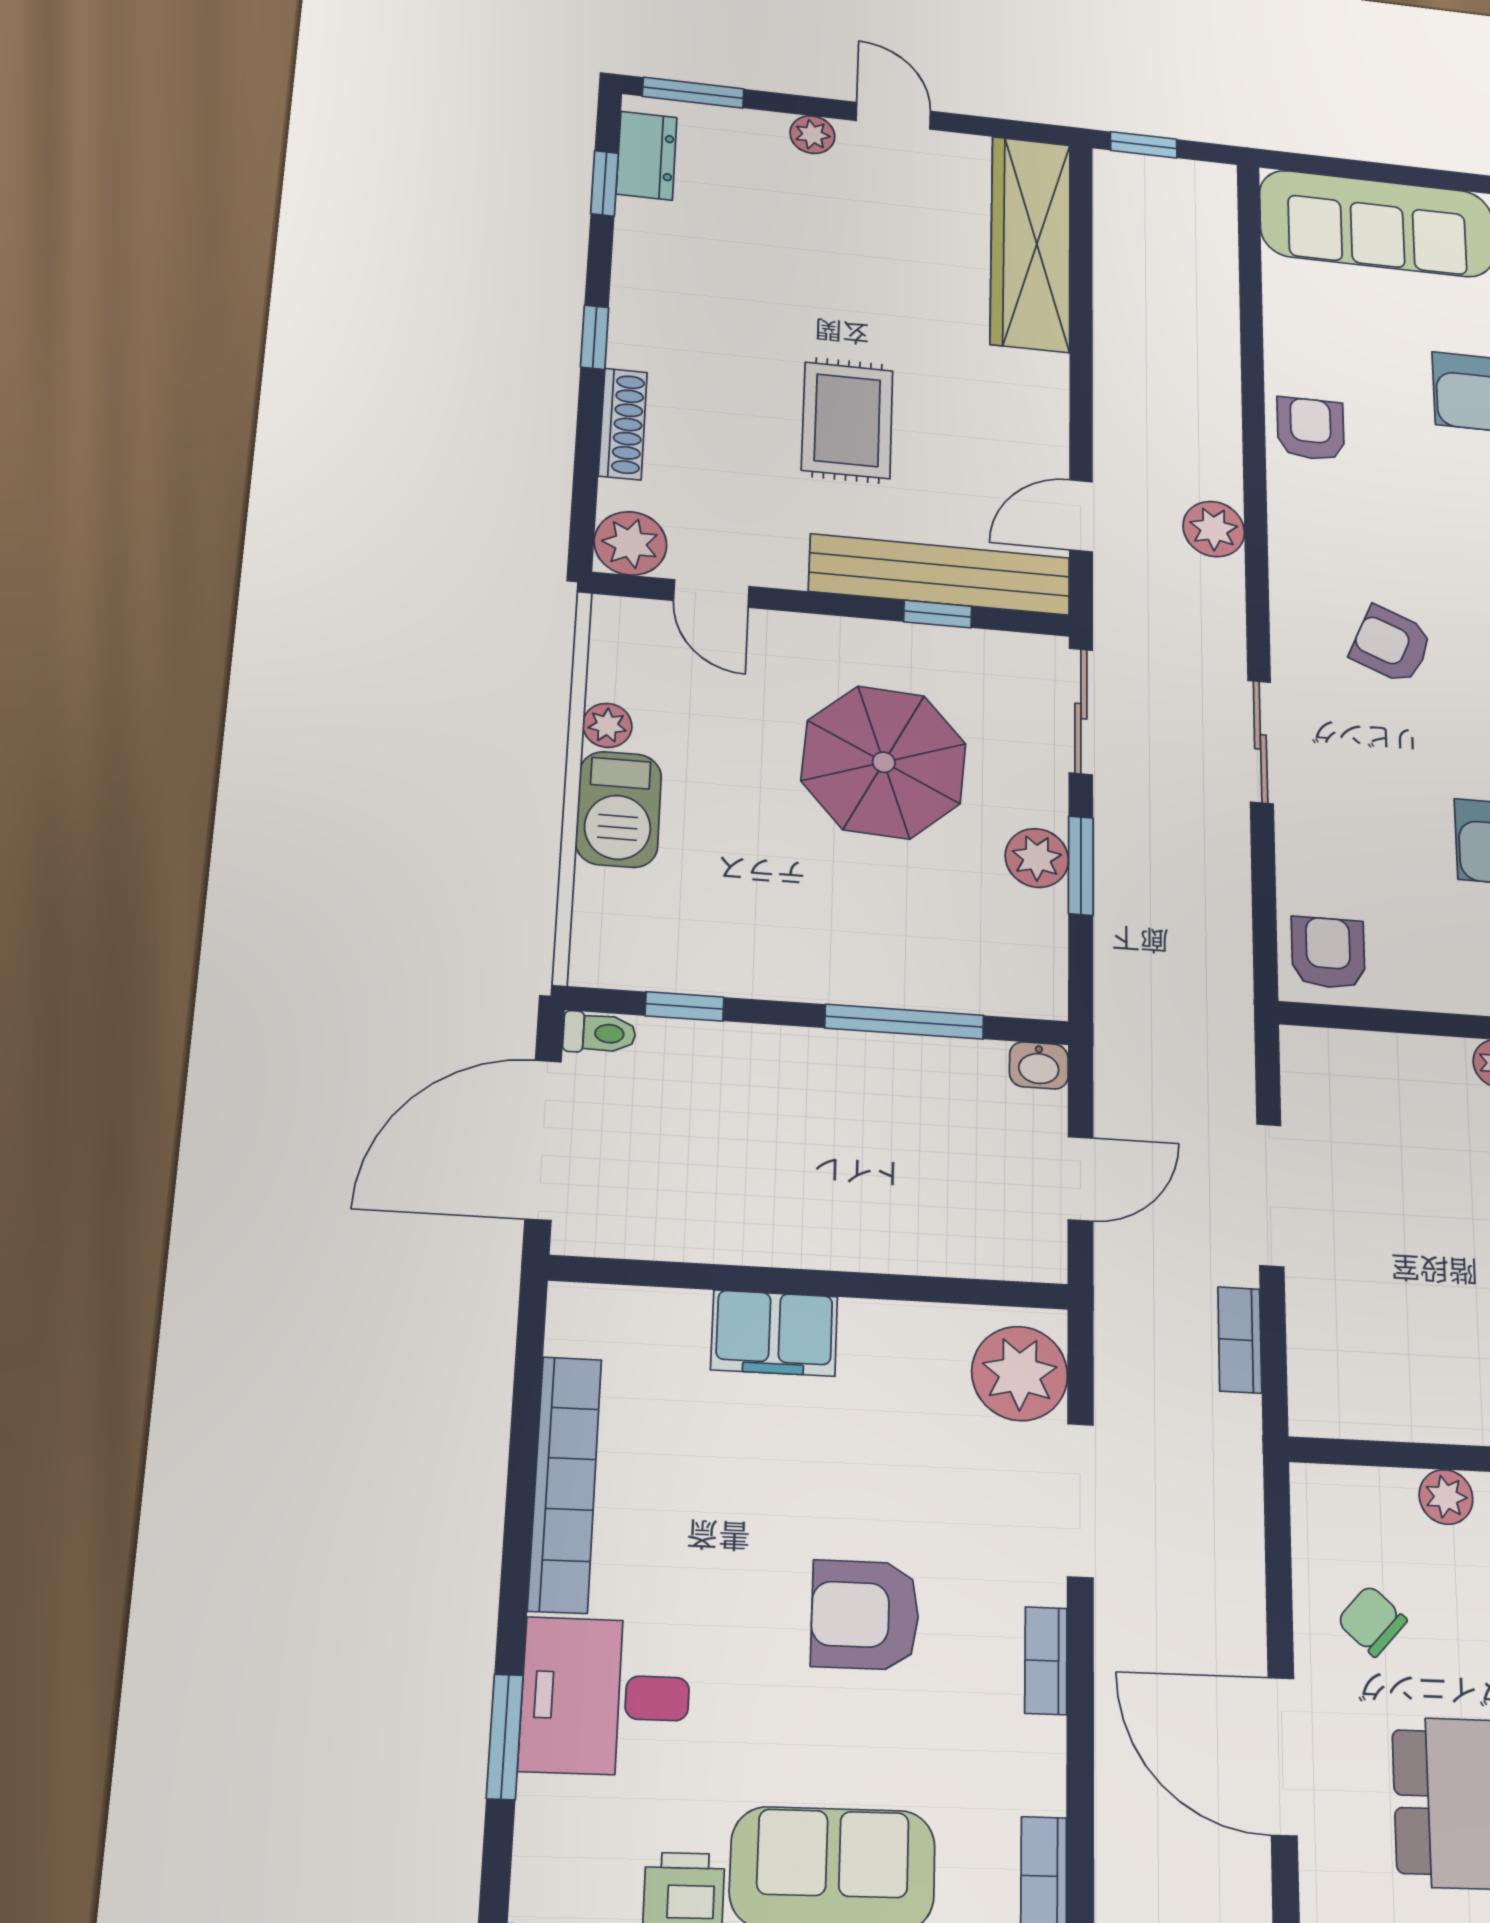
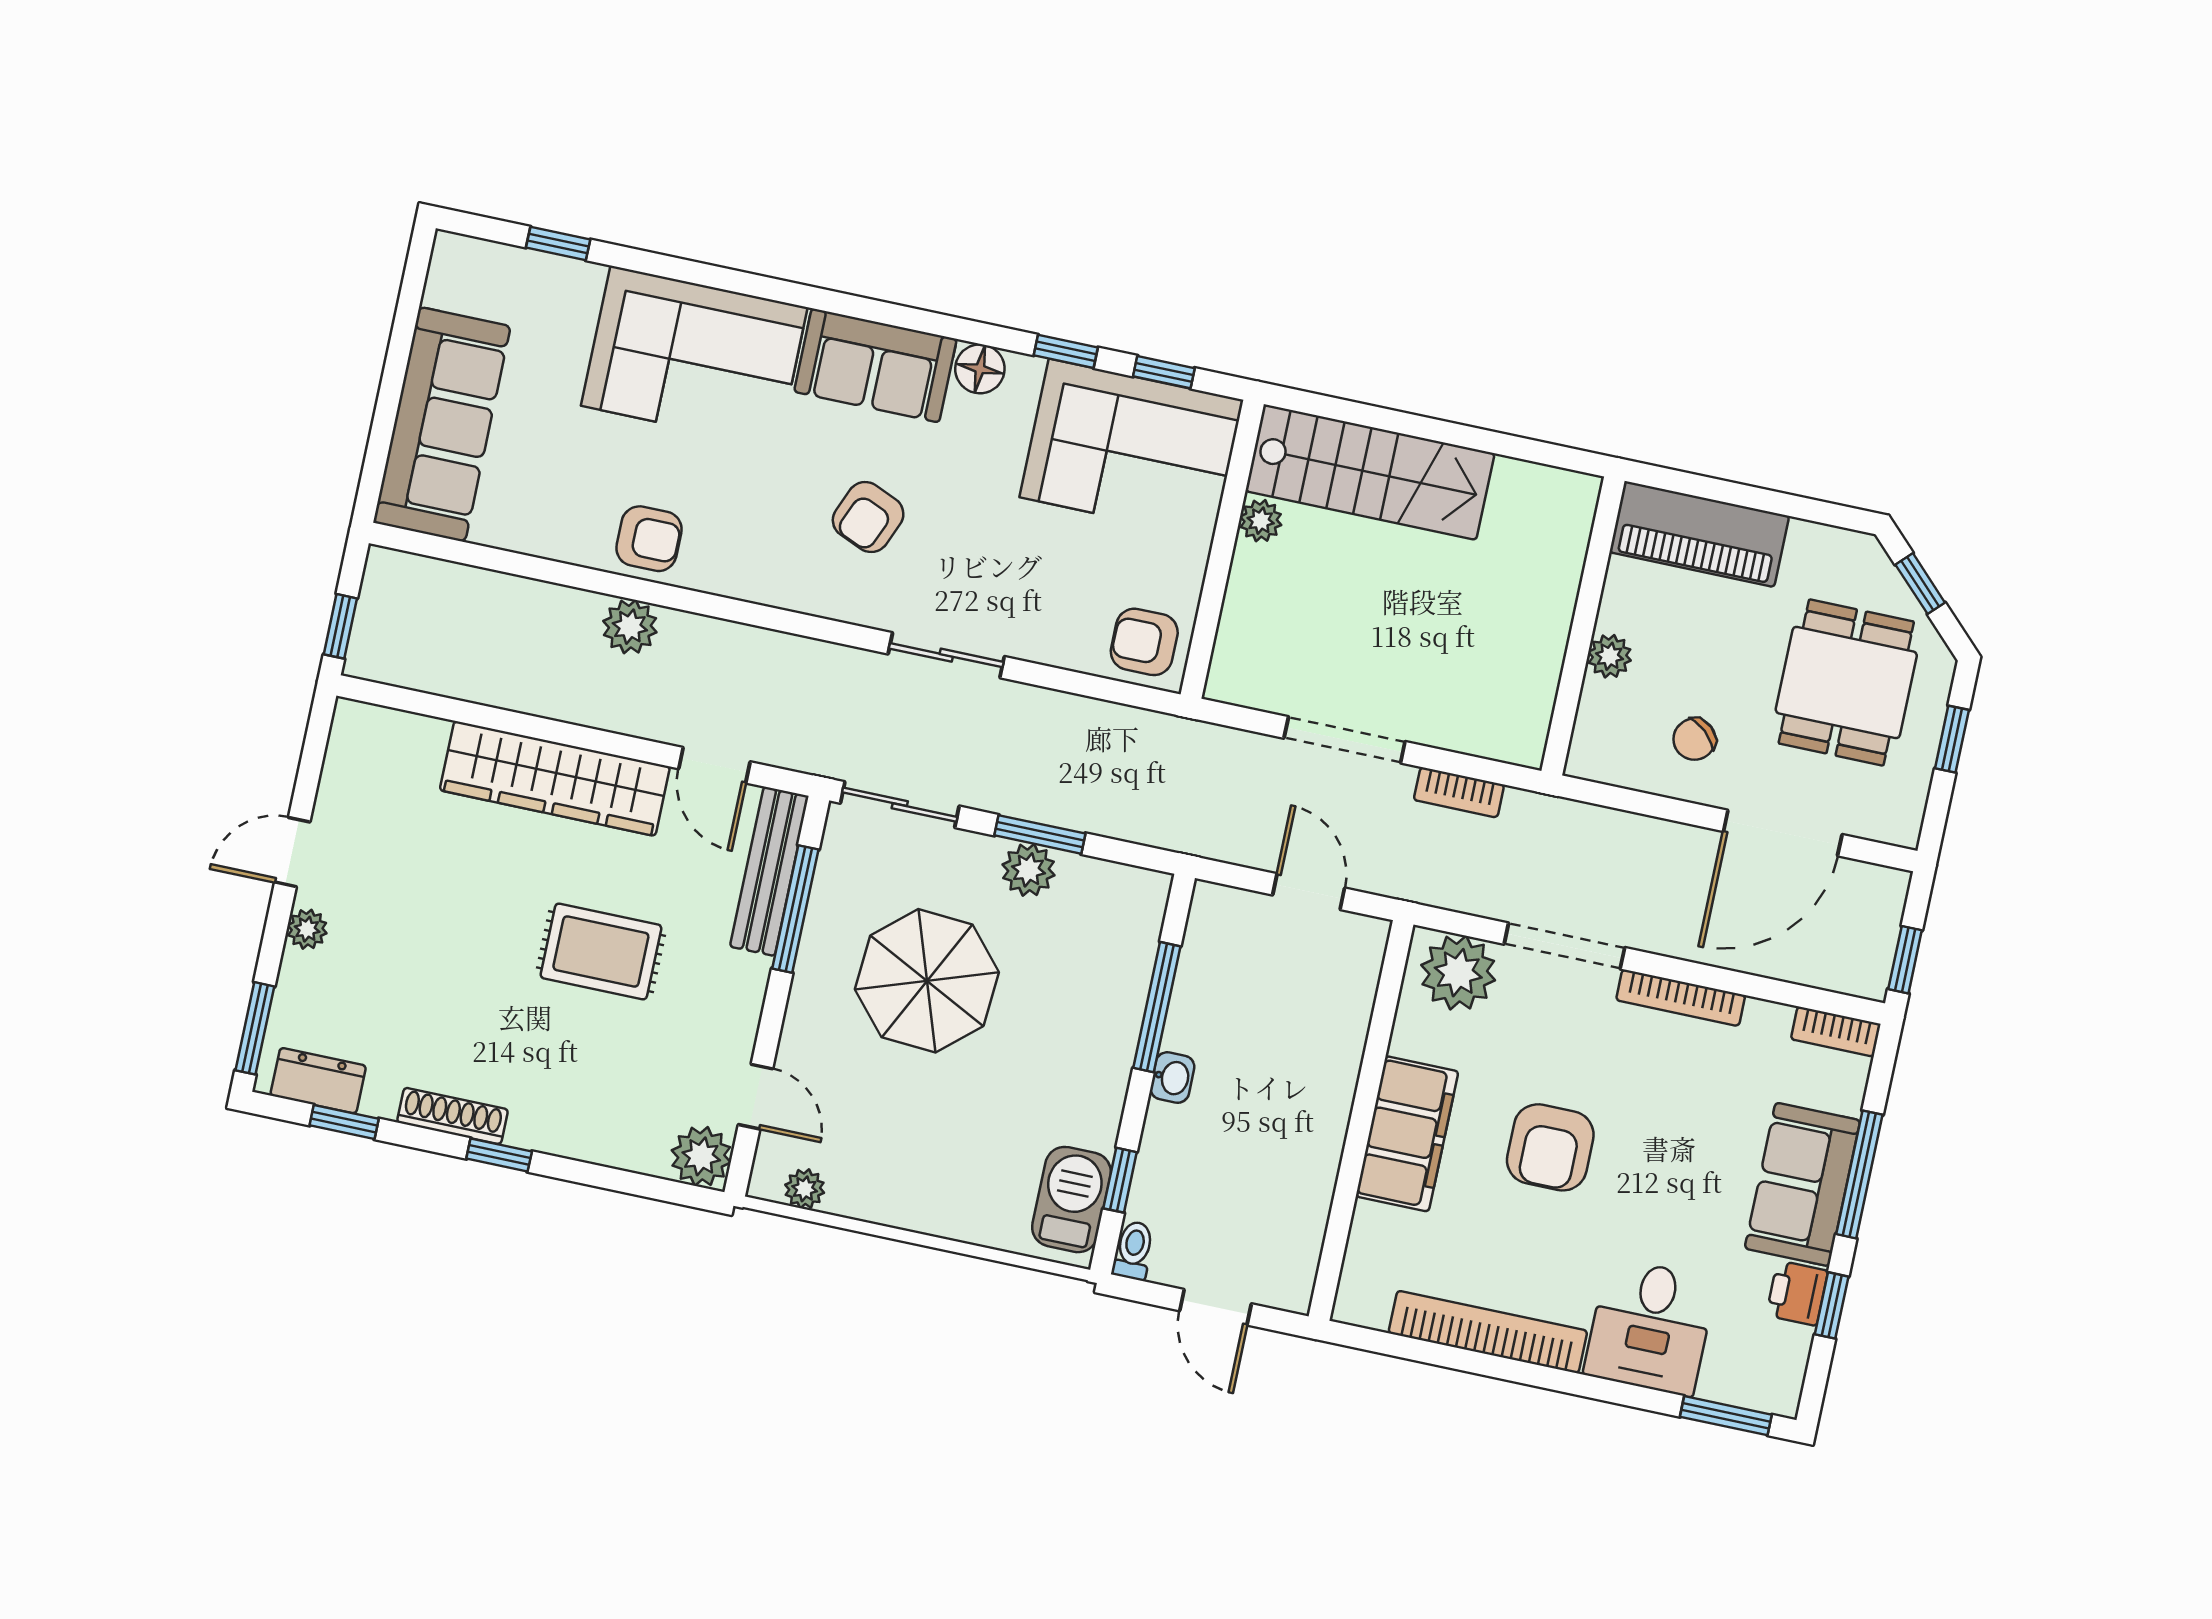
wardrobe: (1031, 244) -> (555, 778), moved
shoe rack: (623, 424) -> (452, 1116), moved
armchair: (1311, 429) -> (649, 539), turned 180
plant: (1214, 529) -> (630, 627), moved
bench: (940, 575) -> (769, 871), width x0.73, depth x0.82
door: (711, 593) -> (755, 1097), hinge flipped
window: (938, 614) -> (795, 909), width x2.17
plant: (607, 725) -> (805, 1189), moved
barbecue: (619, 809) -> (1071, 1200), moved, turned -90
washbasin: (1039, 1065) -> (1172, 1078), moved
door: (543, 1140) -> (1215, 1307), width x0.53
filing cabinet: (774, 1333) -> (1407, 1134), width x1.50, depth x1.17
armchair: (865, 1615) -> (1550, 1147), moved
bookcase: (1046, 1661) -> (1681, 998), width x1.56
window: (505, 1737) -> (1726, 1416), moved

